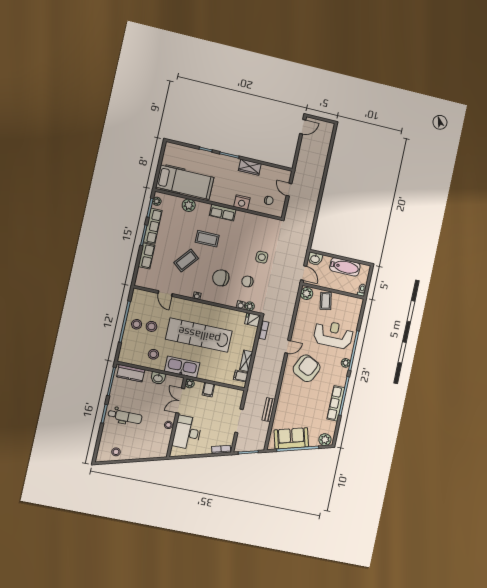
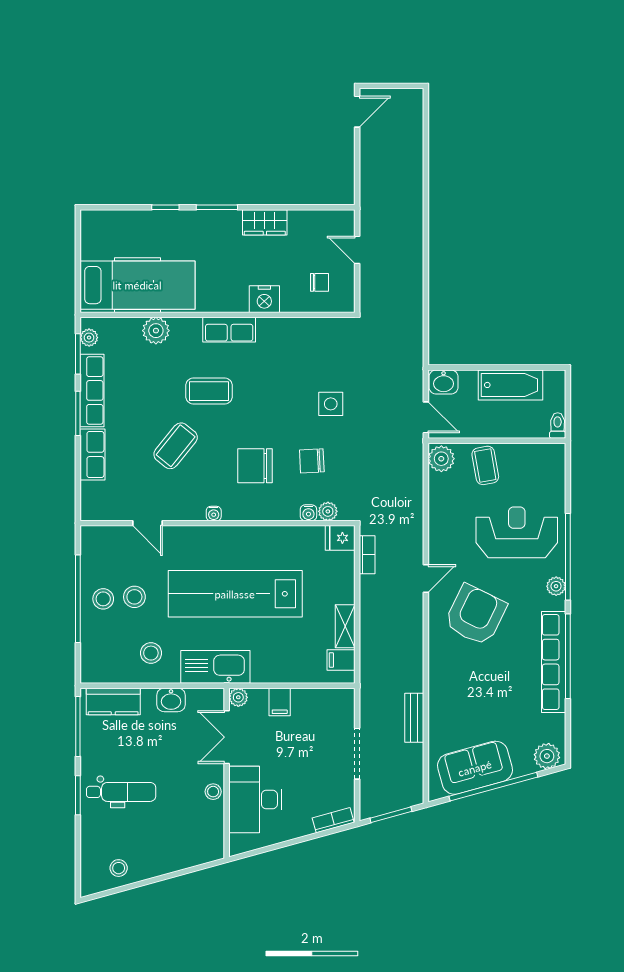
row of seats: (336, 403) -> (554, 662), width x1.36

